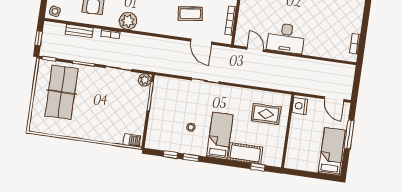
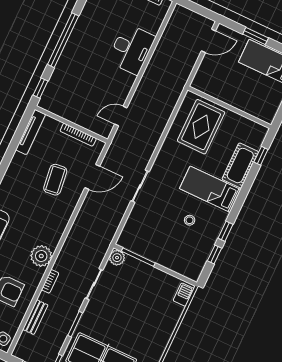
desk: (286, 38) -> (131, 49), moved
nightstand: (300, 106) -> (204, 84), removed
rug: (266, 114) -> (201, 127), width x1.36, depth x1.43
window: (349, 134) -> (256, 36), width x0.69

